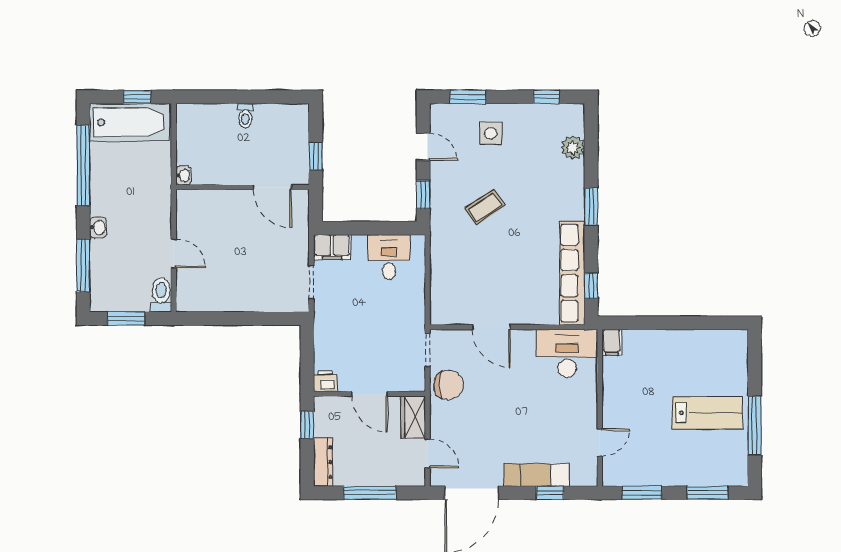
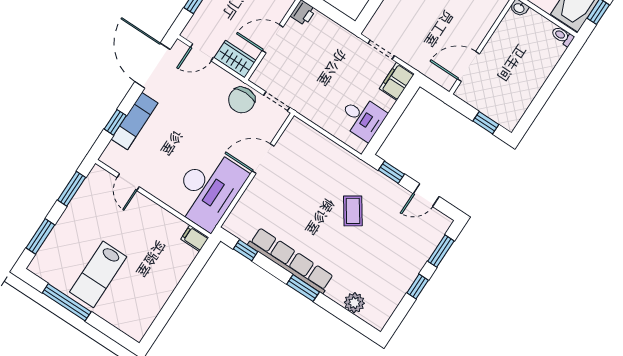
window: (546, 97) -> (418, 287), moved
toilet: (245, 116) -> (563, 36), moved
side table: (491, 133) -> (404, 250), removed
window: (316, 156) -> (486, 123), moved
row of seats: (572, 273) -> (291, 261), moved
desk: (567, 353) -> (208, 189), width x1.36, depth x1.30

